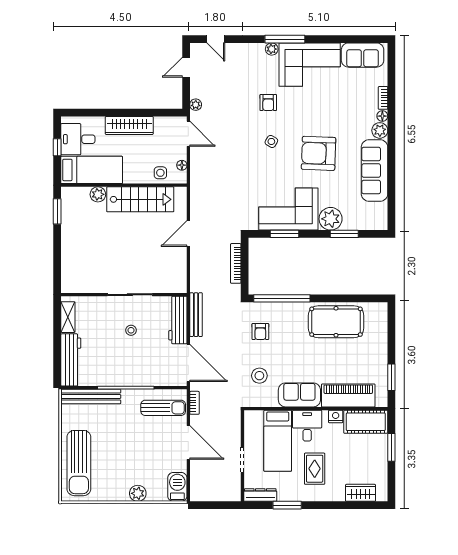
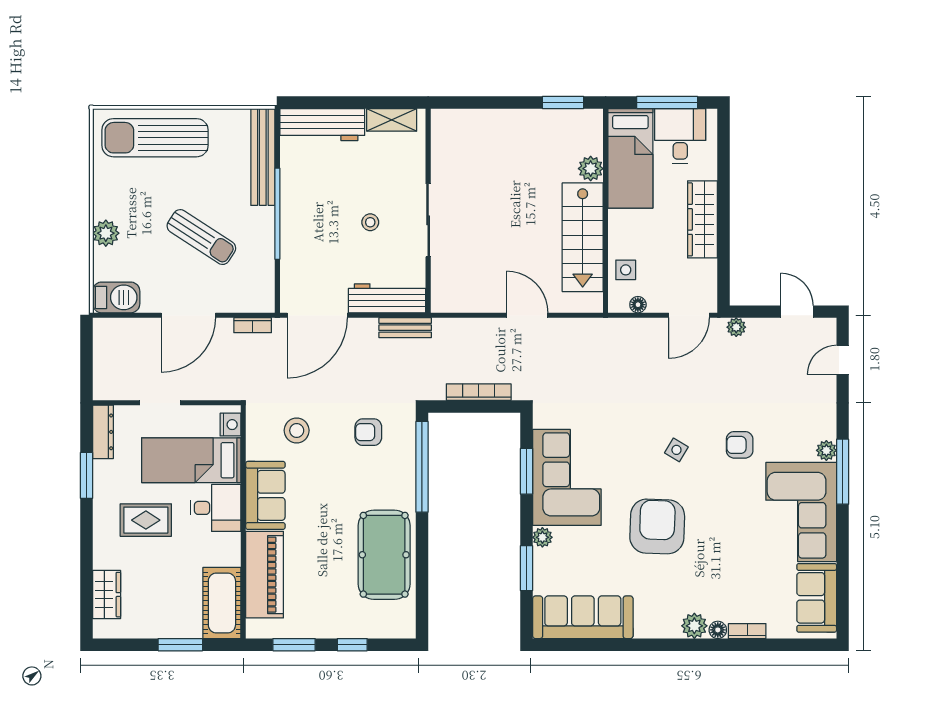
window: (57, 147) -> (667, 103), width x2.17
sofa: (375, 171) -> (583, 617), moved
plant: (331, 219) -> (542, 537), width x0.53, depth x0.53
bench: (196, 315) -> (405, 328), width x0.73
window: (391, 341) -> (352, 645), added
sun lounger: (163, 408) -> (201, 237), moved, turned -57
nightstand: (336, 416) -> (230, 425), moved

